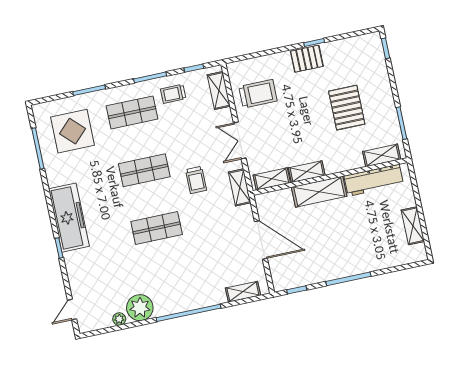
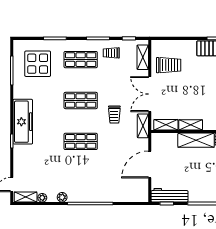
double door: (240, 140) -> (150, 94), width x1.37
door: (261, 240) -> (150, 165), swing flipped
workbench: (298, 277) -> (170, 195), added
shelving: (243, 292) -> (26, 197), moved
plant: (140, 308) -> (62, 197), width x0.53, depth x0.53

